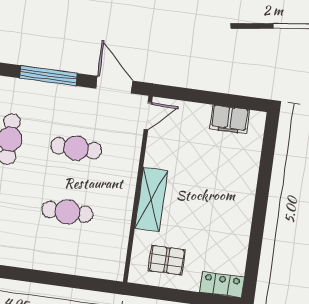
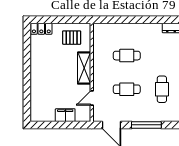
door: (148, 116) -> (92, 98), moved
filing cabinet: (229, 119) -> (65, 115), moved

